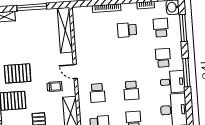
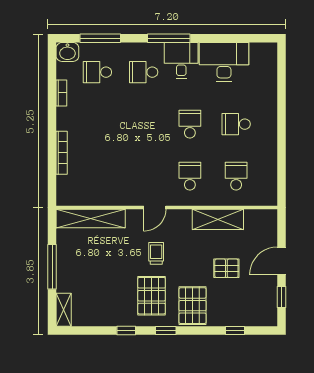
school desk: (127, 30) -> (97, 124), removed
trolley: (55, 87) -> (156, 253), moved
school desk: (131, 90) -> (190, 124), turned -90
school desk: (97, 93) -> (190, 176), turned -90

